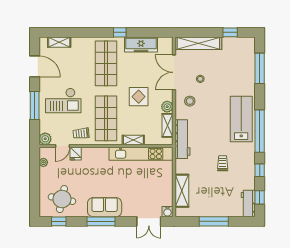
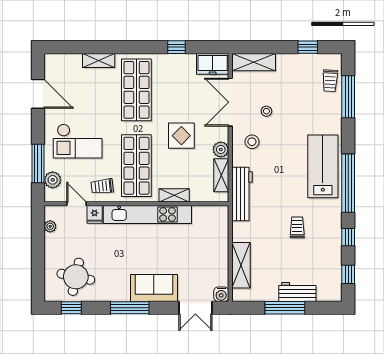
window: (120, 32) -> (176, 47), moved
shelving: (59, 42) -> (99, 60), moved
shelving: (198, 43) -> (254, 62), width x0.68
freezer: (141, 45) -> (213, 64), moved, width x0.71
trolley: (246, 57) -> (330, 81), added
window: (35, 106) -> (38, 163), moved
plant: (45, 139) -> (53, 180), moved
door: (63, 146) -> (77, 204), swing flipped
kitchen unit: (141, 154) -> (147, 214), moved
workbench: (248, 204) -> (297, 292), moved, turned 90
sofa: (105, 207) -> (154, 288), moved

